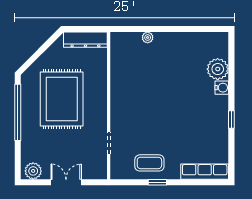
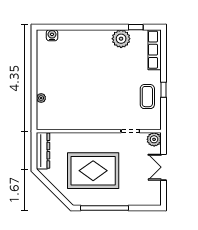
plant: (218, 69) -> (121, 39), moved
water cooler: (222, 88) -> (52, 35), moved
window: (231, 119) -> (136, 27), moved
plant: (33, 171) -> (154, 139), moved

